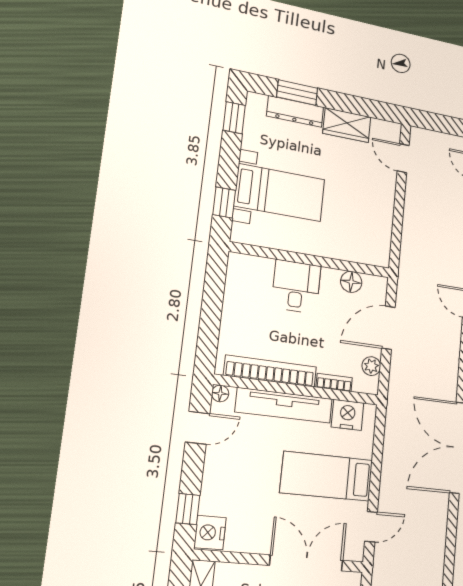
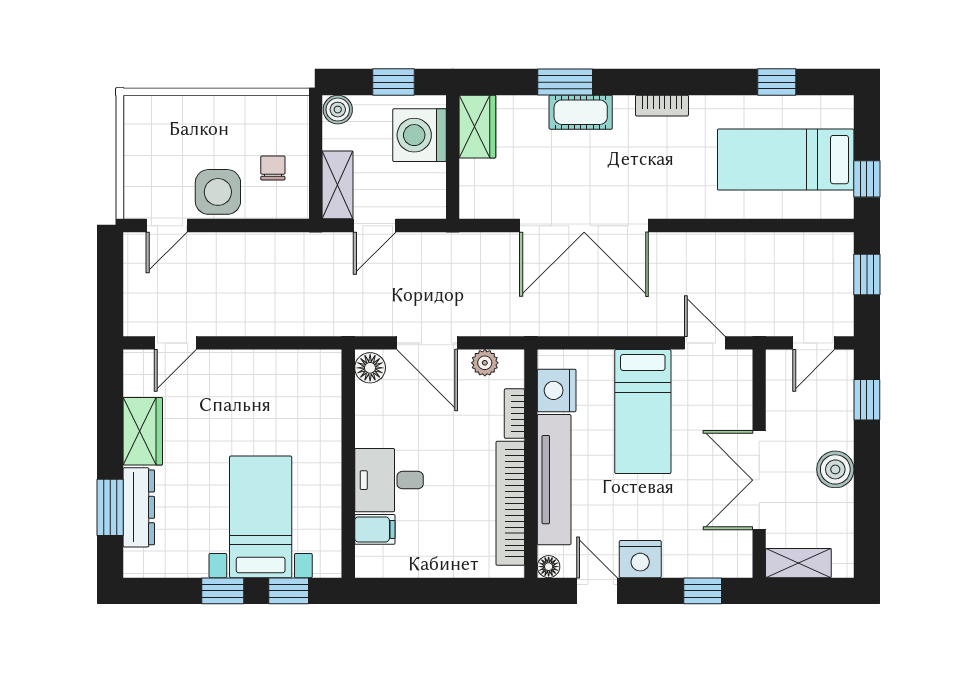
window: (234, 118) -> (223, 591), moved
filing cabinet: (262, 271) -> (375, 529), added
floor lamp: (351, 282) -> (370, 368), moved
nightstand: (210, 533) -> (640, 559), moved
double door: (306, 563) -> (759, 480), moved

